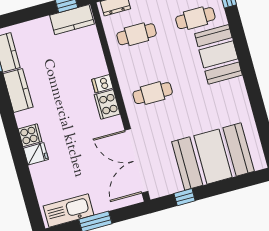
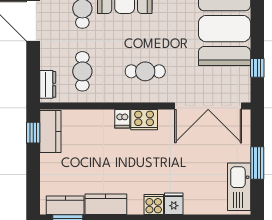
cafe table: (153, 93) -> (145, 71), turned 90

